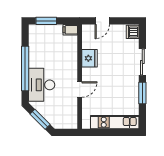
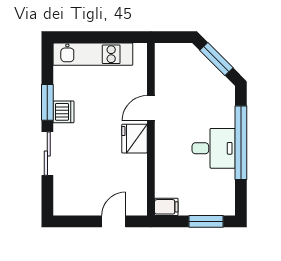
dishwasher: (133, 32) -> (63, 112), moved
fridge: (90, 58) -> (134, 139), moved
desk: (42, 85) -> (214, 148), moved, width x0.73

